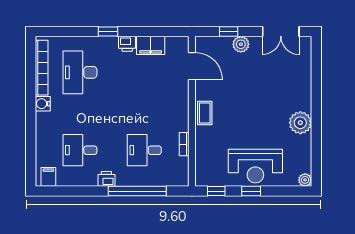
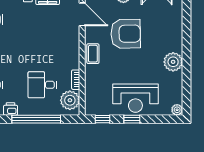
armchair: (244, 89) -> (126, 34), added
plant: (177, 169) -> (70, 100), added

